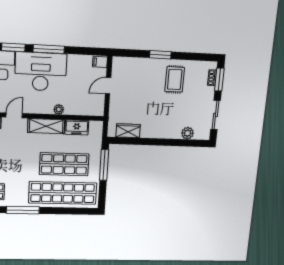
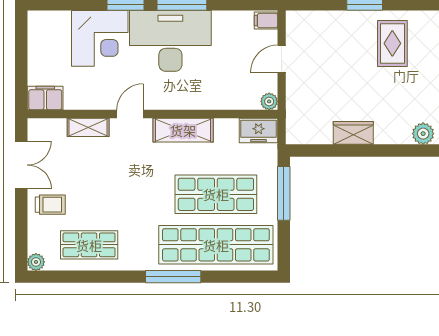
plant: (59, 109) -> (269, 101), moved
freezer: (77, 127) -> (259, 130), moved
wardrobe: (128, 131) -> (353, 133), moved
window: (23, 210) -> (173, 277), moved

